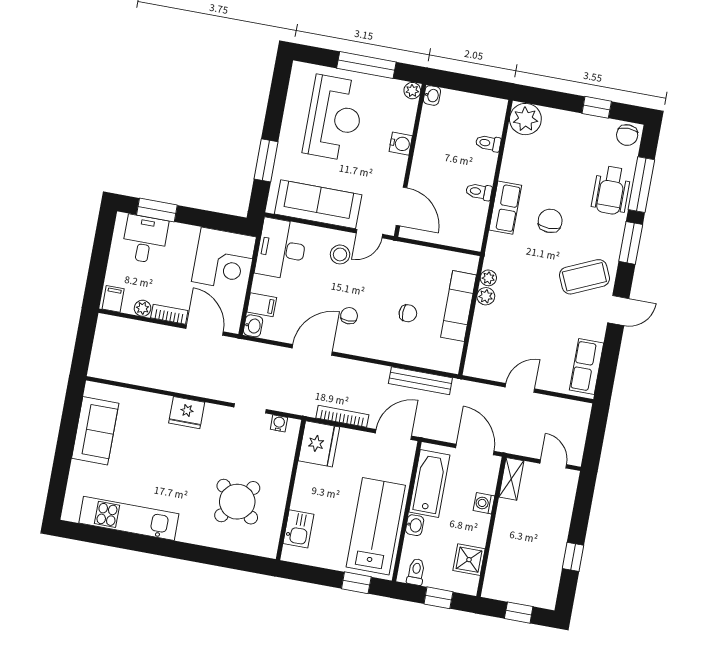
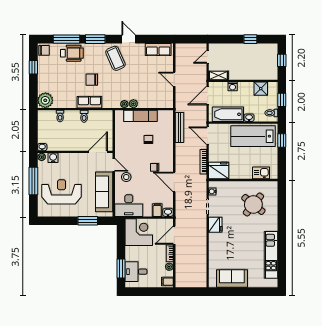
water cooler: (401, 144) -> (53, 158), moved
fridge: (187, 413) -> (215, 225), moved

